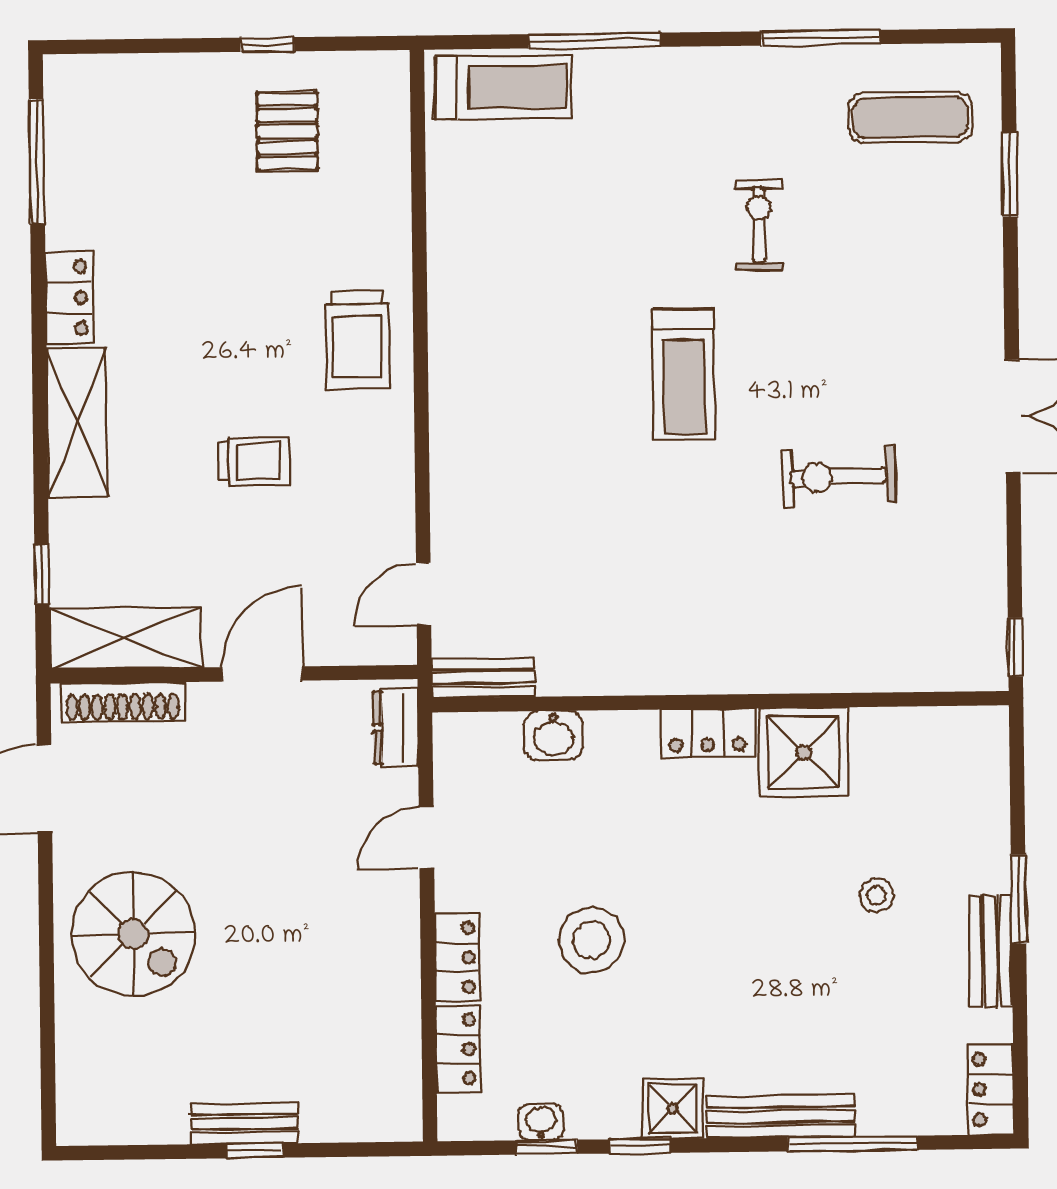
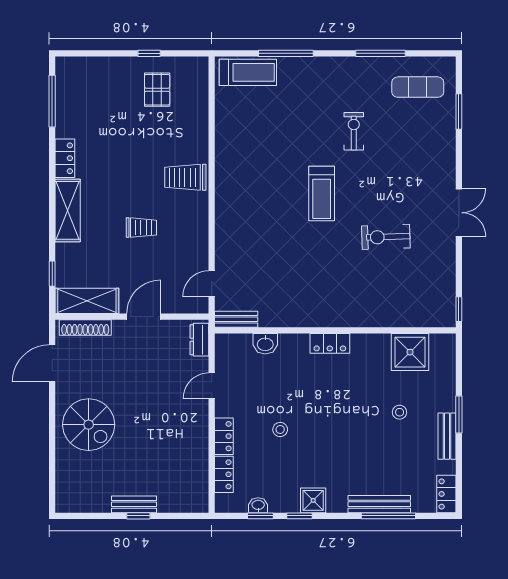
trolley: (357, 340) -> (185, 177), turned 90
shower: (804, 752) -> (410, 352), moved
stool: (592, 940) -> (280, 430), width x0.53, depth x0.53
bench: (781, 1116) -> (379, 504), moved

